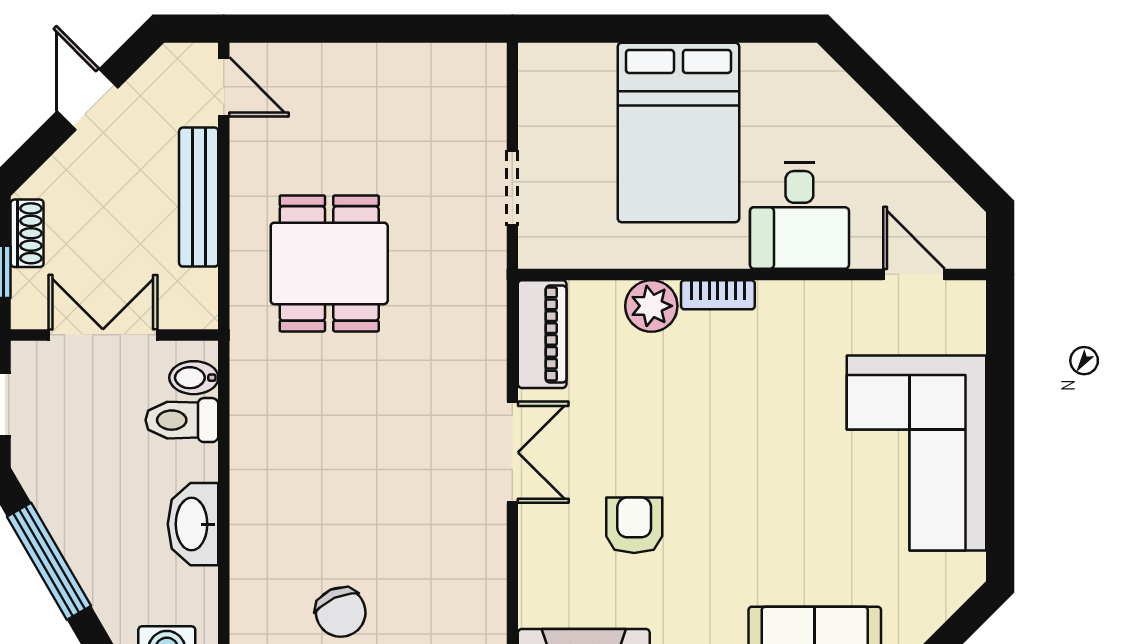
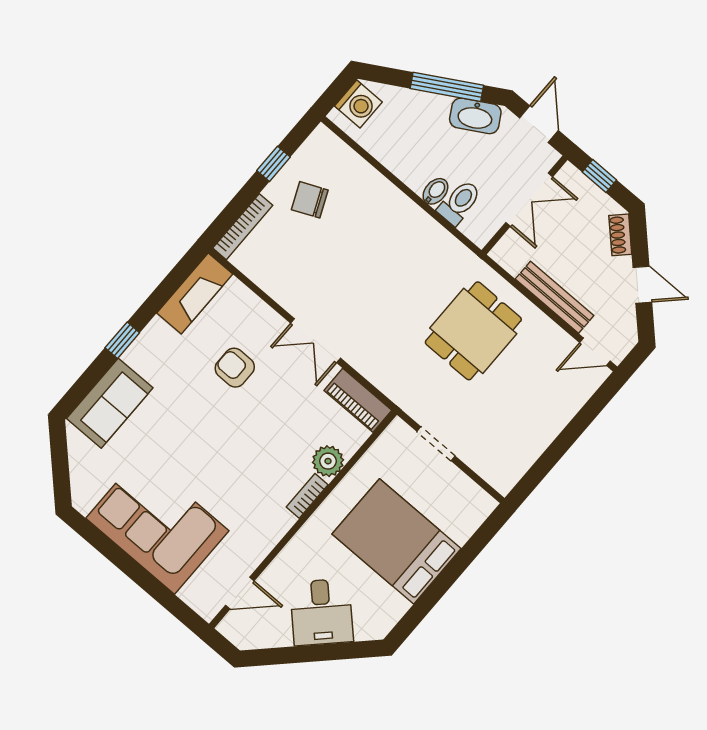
desk: (799, 216) -> (322, 612), moved, turned -135
shoe rack: (27, 233) -> (620, 235), moved, turned 45
dining table: (329, 263) -> (473, 331), turned 90
bidet: (194, 378) -> (435, 191), moved
washbasin: (193, 524) -> (475, 116), moved, turned 150
armchair: (634, 525) -> (235, 368), turned 180

